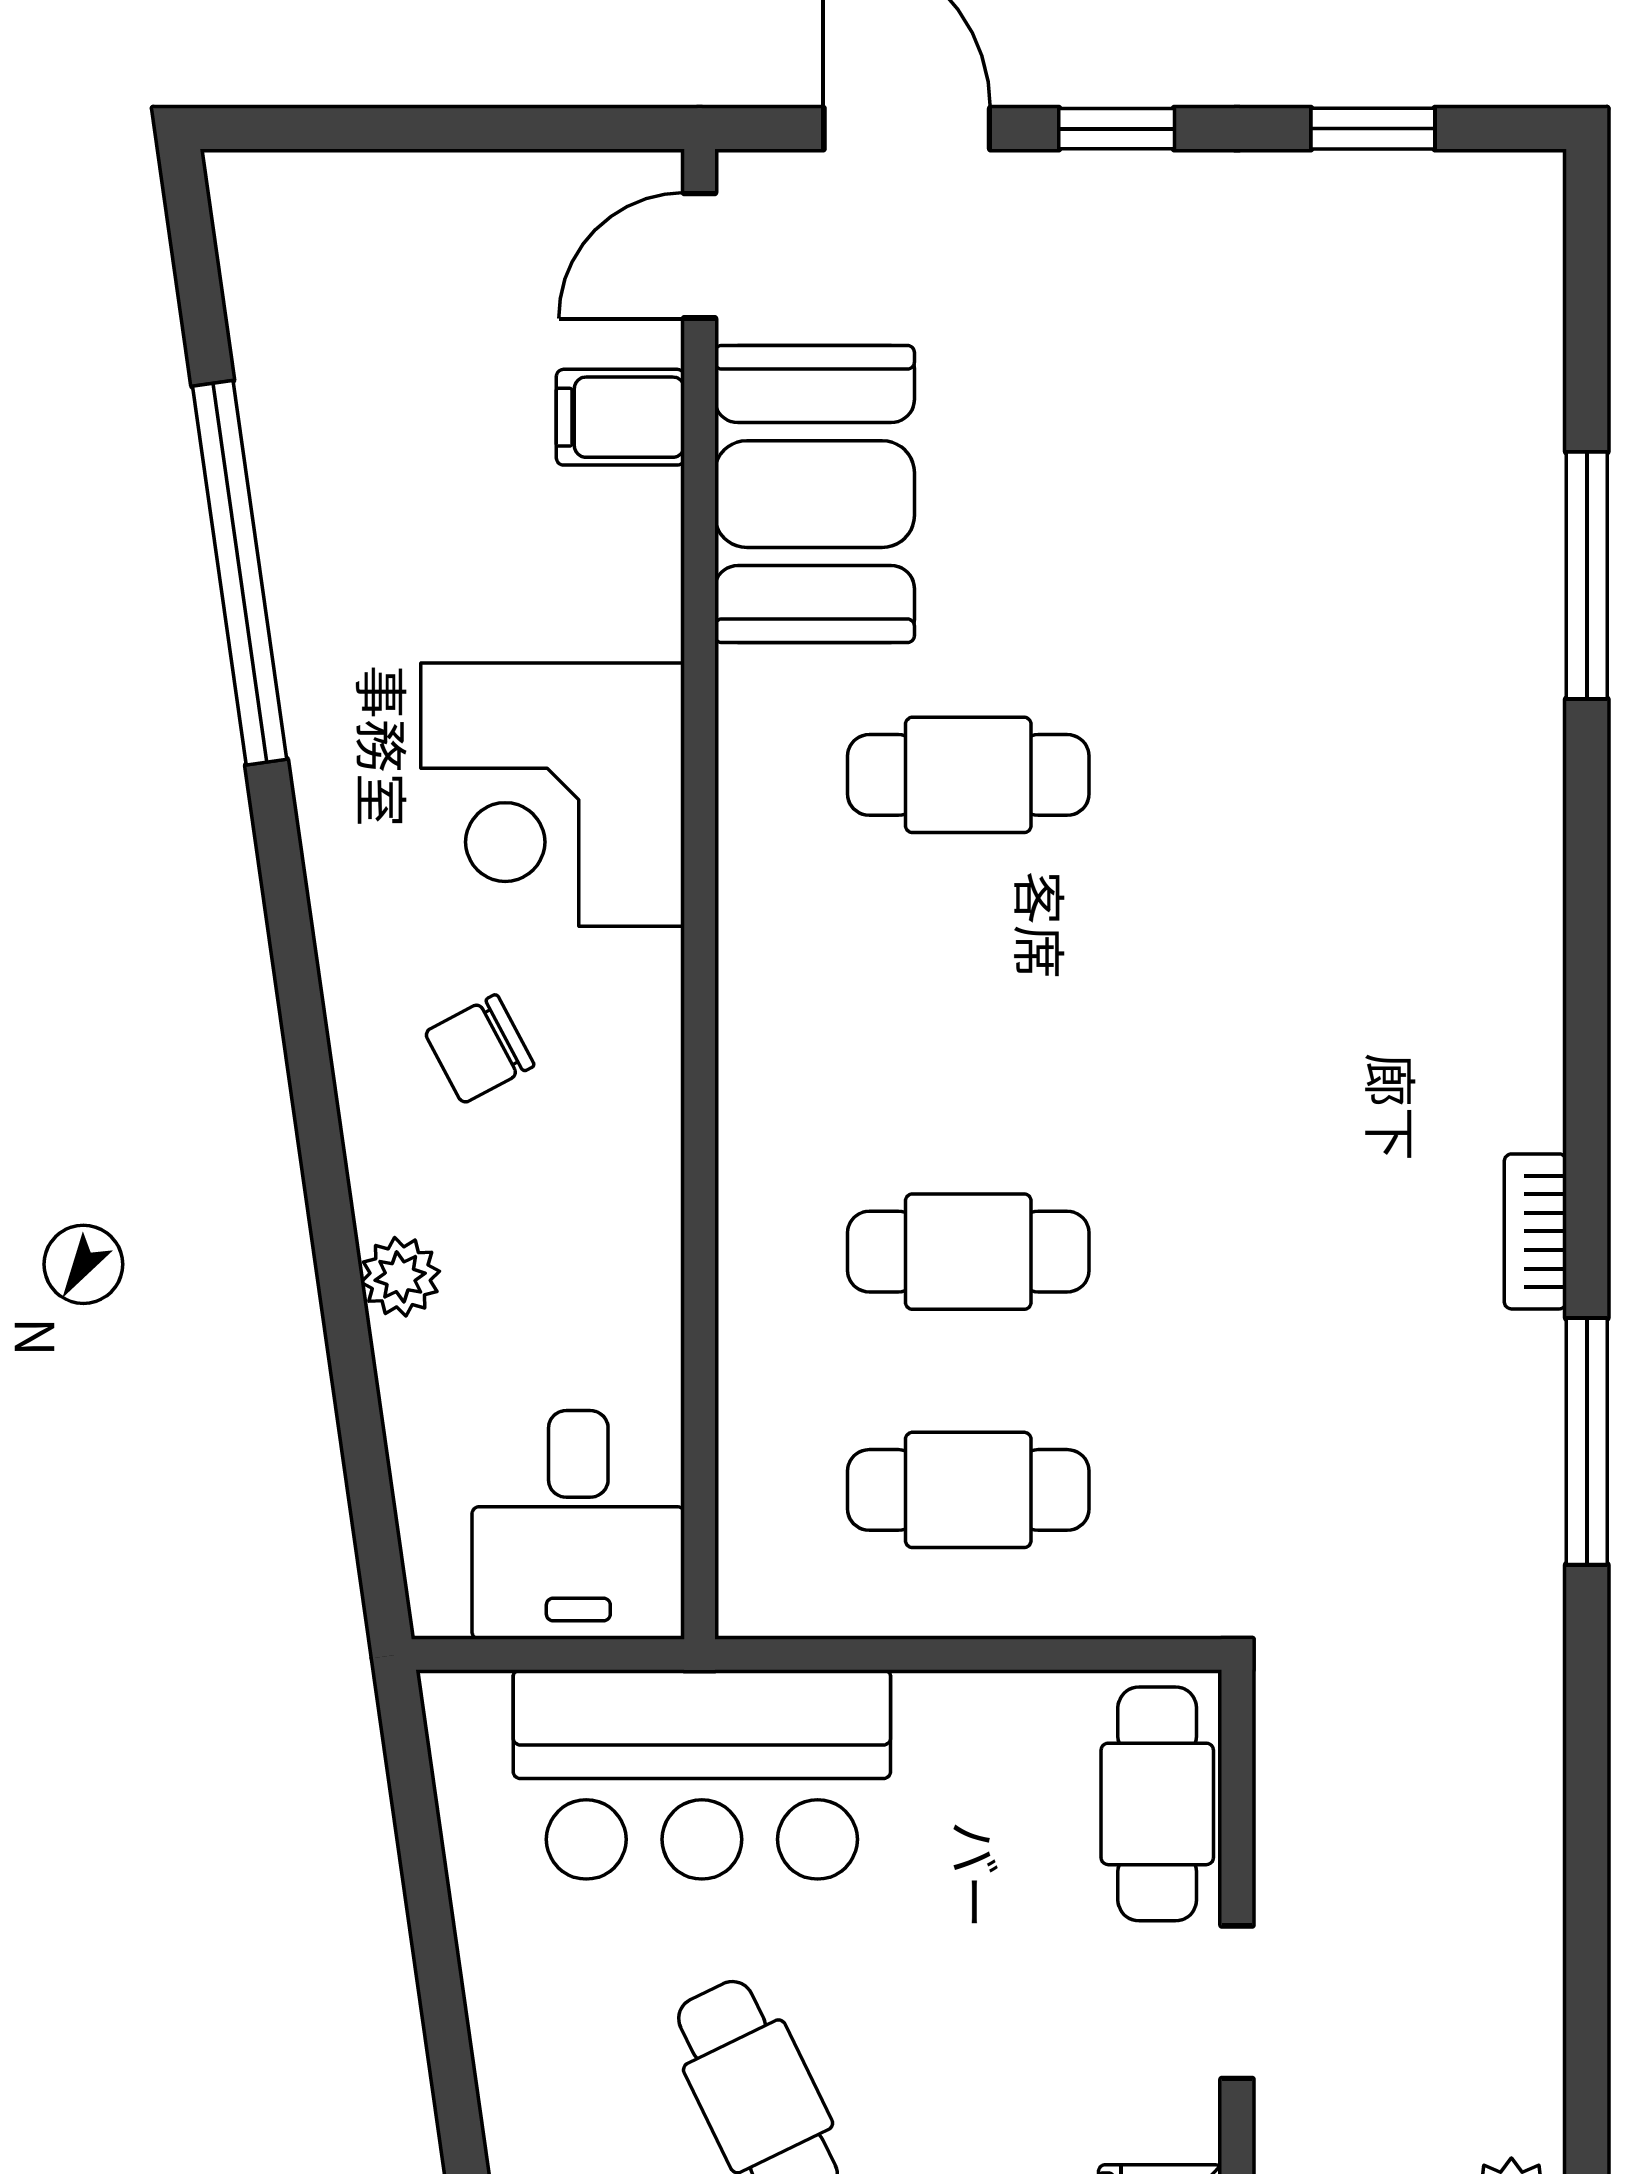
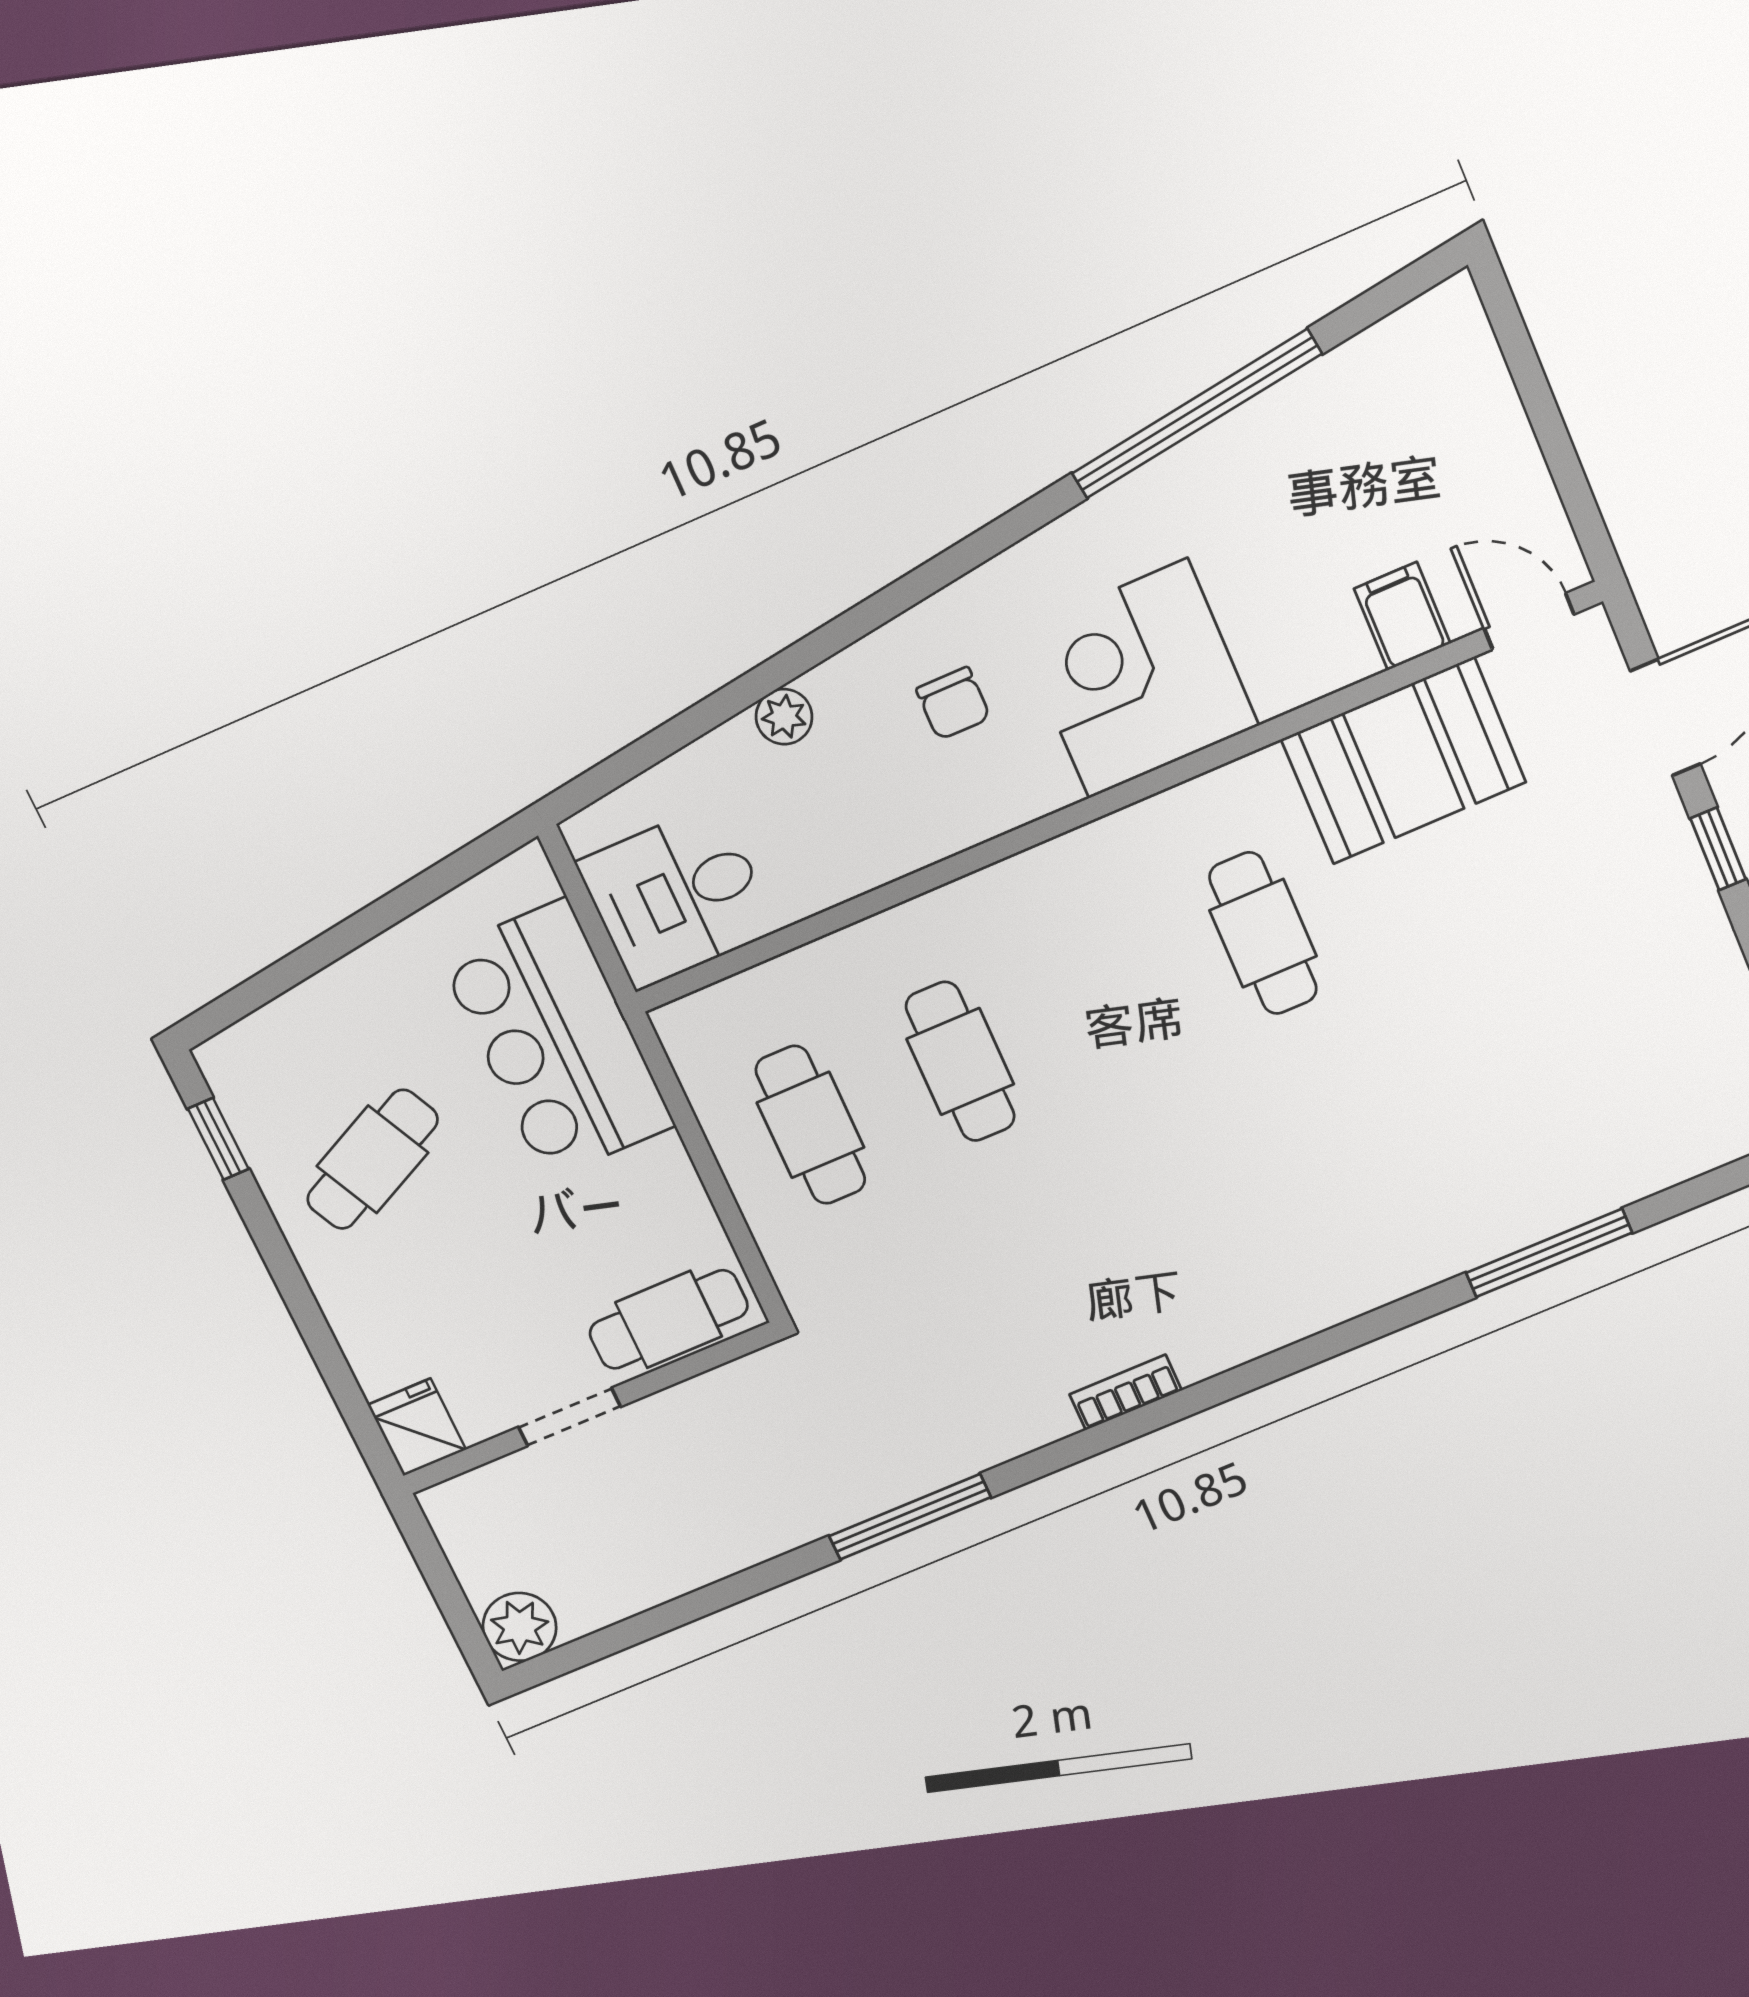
chair: (480, 1049) -> (953, 703), turned -152
window: (1587, 1441) -> (910, 1517), moved

